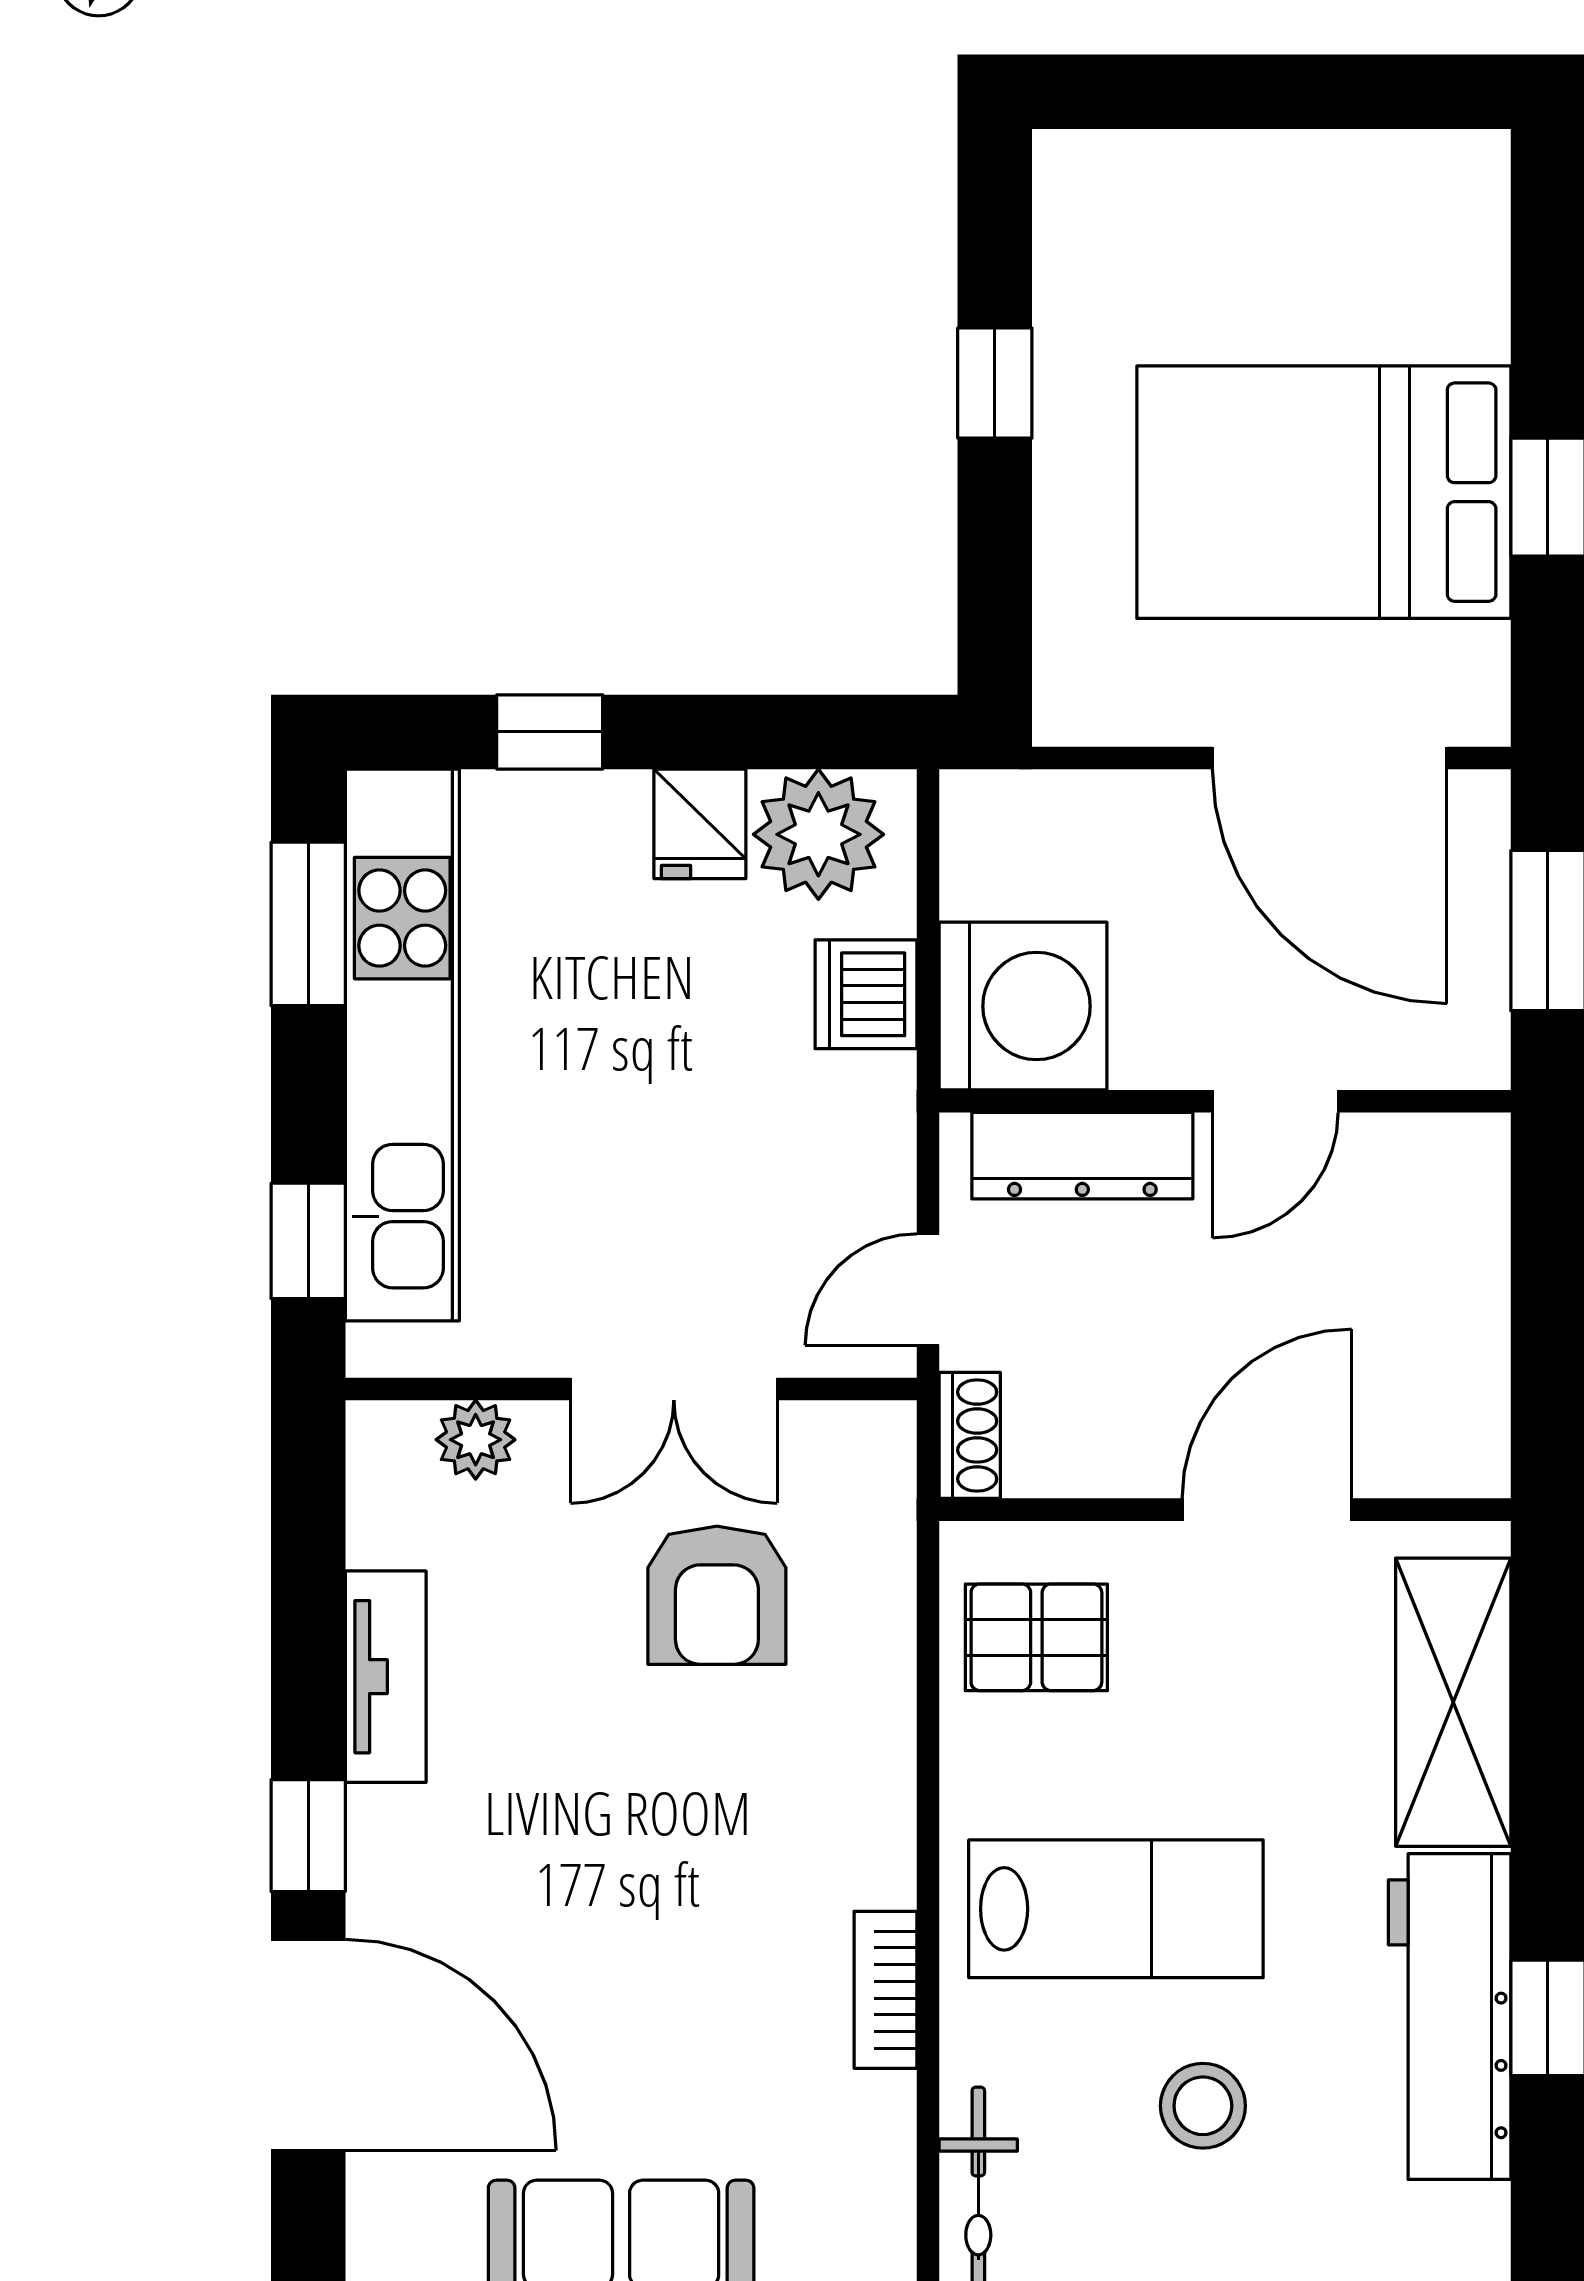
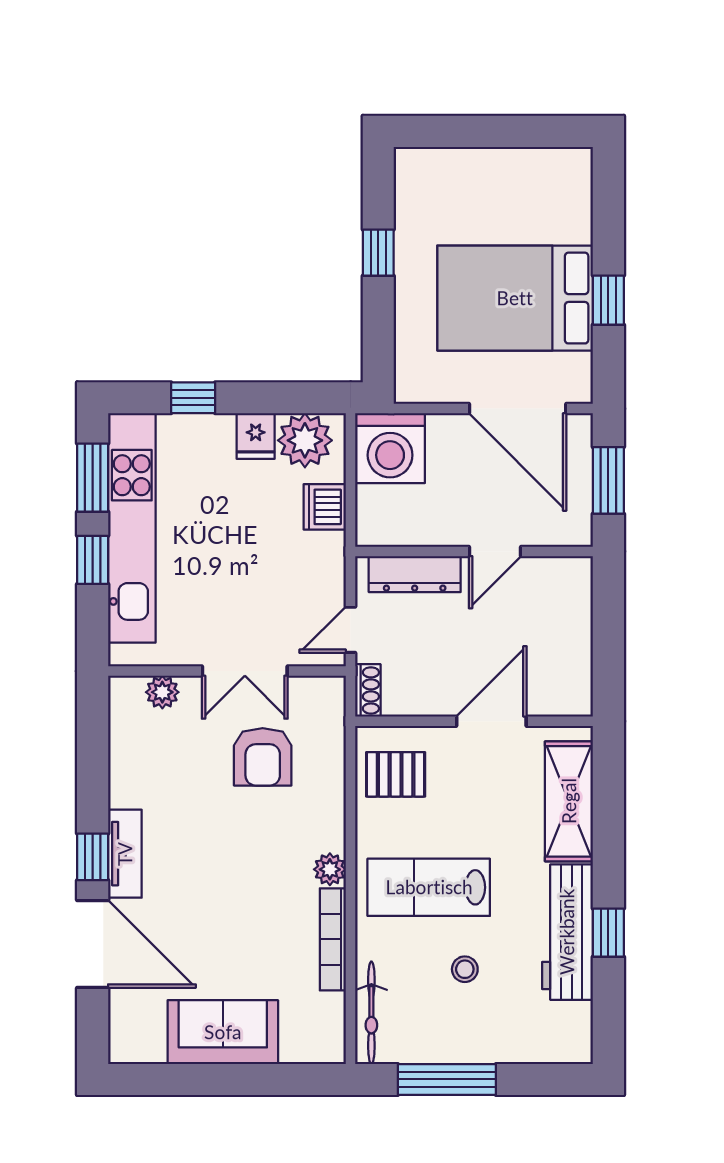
washing machine: (1023, 1006) -> (390, 448), moved, turned 90
window: (308, 1241) -> (93, 560), moved
tv unit: (386, 1677) -> (125, 854), moved
plant: (878, 1865) -> (330, 869), added
lab bench: (1116, 1909) -> (429, 887), turned 180
bookcase: (886, 1990) -> (333, 939), width x1.56
stool: (1203, 2106) -> (465, 969), width x0.73, depth x0.73

